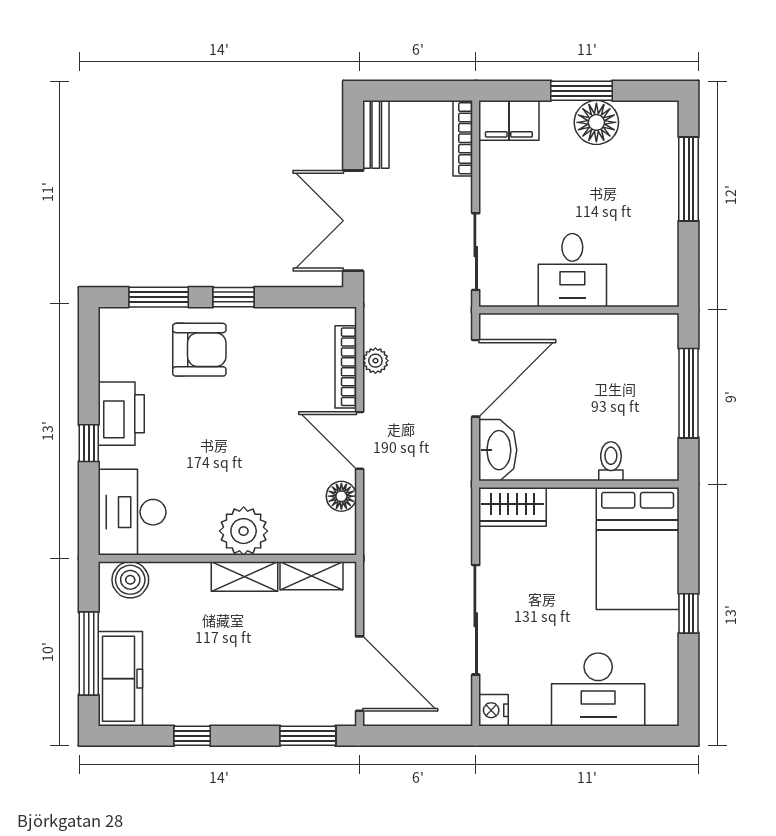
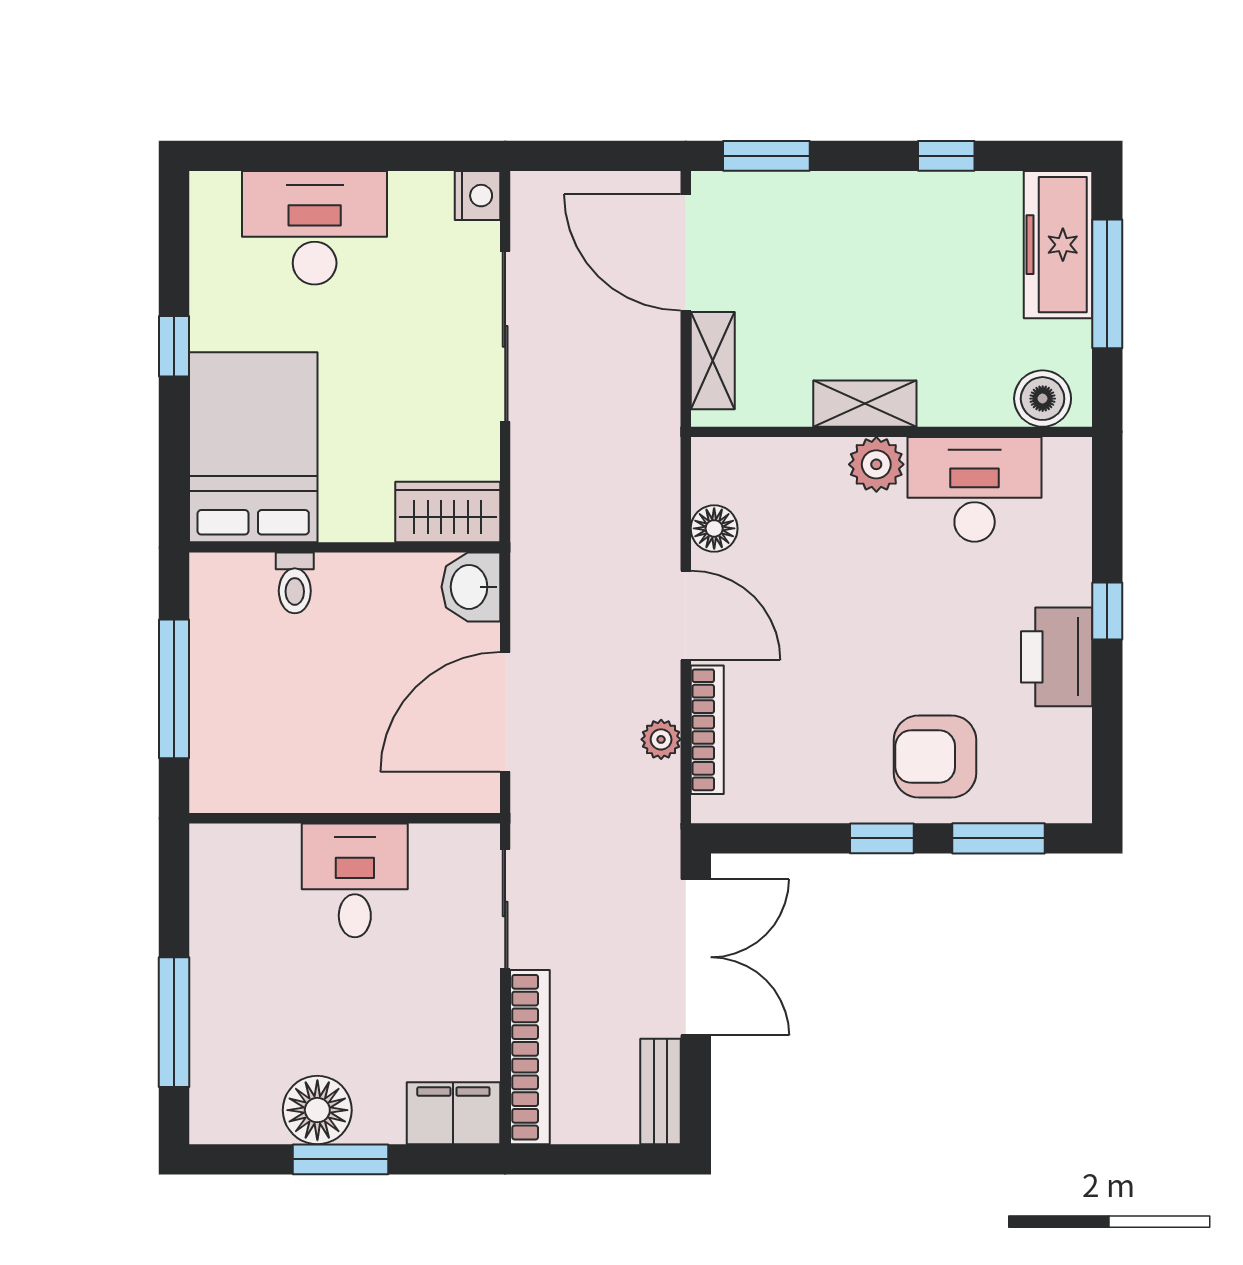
bookcase: (463, 138) -> (530, 1057), width x1.48, depth x1.31
washbasin: (498, 450) -> (471, 587), width x0.72
desk: (132, 512) -> (975, 489), moved, turned -90
plant: (244, 531) -> (876, 464), width x0.73, depth x0.73
shelving: (312, 576) -> (713, 361), moved, turned 90

